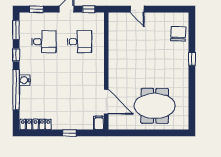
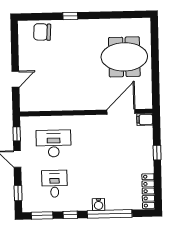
desk: (79, 42) -> (54, 143), width x1.37
meeting table: (155, 106) -> (124, 57), turned 90

